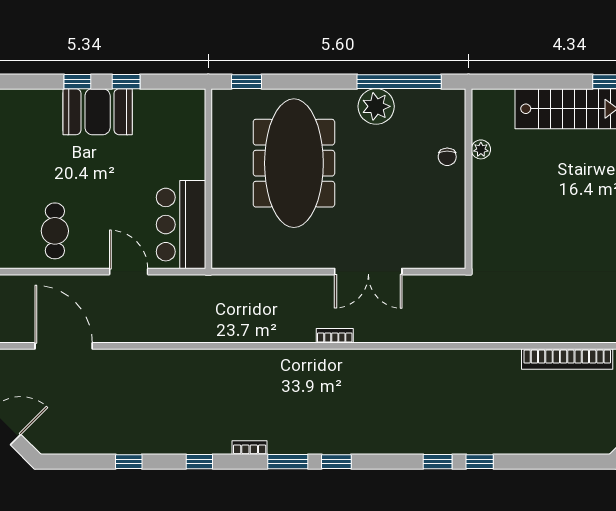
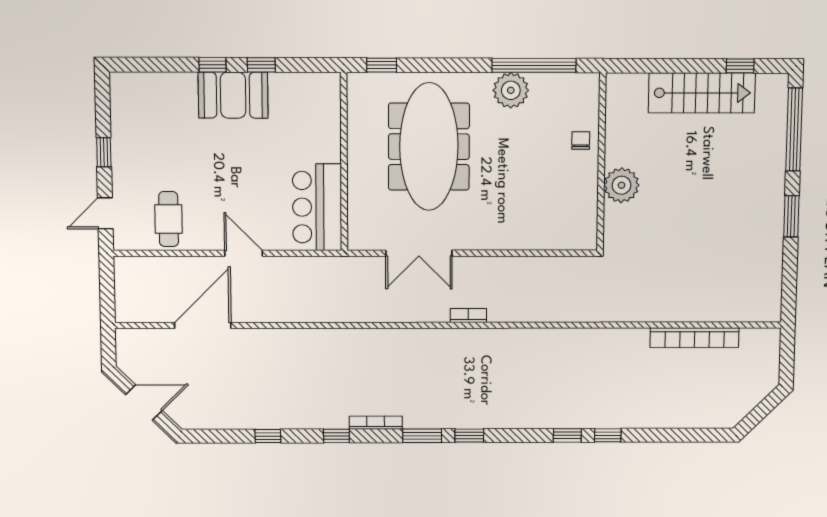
plant: (481, 149) -> (621, 185), moved, width x1.87, depth x1.87
chair: (447, 157) -> (581, 140), turned 180
cafe table: (55, 231) -> (169, 219), moved
door: (129, 272) -> (244, 253), moved
double door: (368, 272) -> (419, 253), moved
door: (64, 346) -> (203, 325), hinge flipped
bookcase: (250, 448) -> (376, 423), width x1.56

